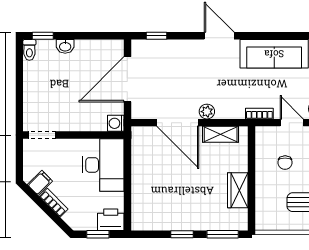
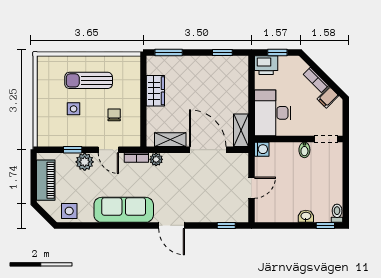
door: (127, 79) -> (252, 188), width x0.53
plant: (207, 112) -> (156, 159), moved
bidet: (67, 122) -> (304, 150), added
shelving: (140, 145) -> (241, 130), added
window: (182, 234) -> (222, 52), moved

